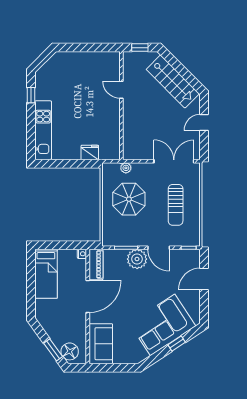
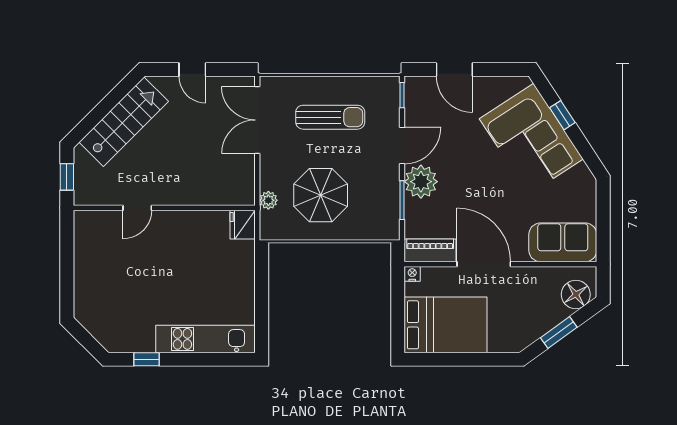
fridge: (90, 152) -> (243, 225), moved
bed: (46, 274) -> (446, 325), width x1.50
window: (53, 350) -> (559, 333), moved

